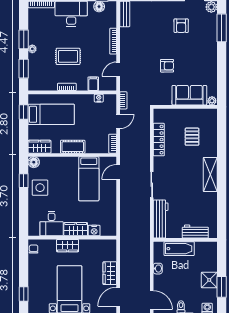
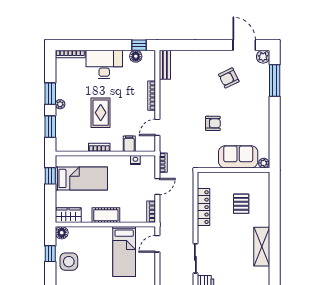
armchair: (181, 26) -> (229, 78), turned 64
rug: (68, 56) -> (101, 113), turned 90

